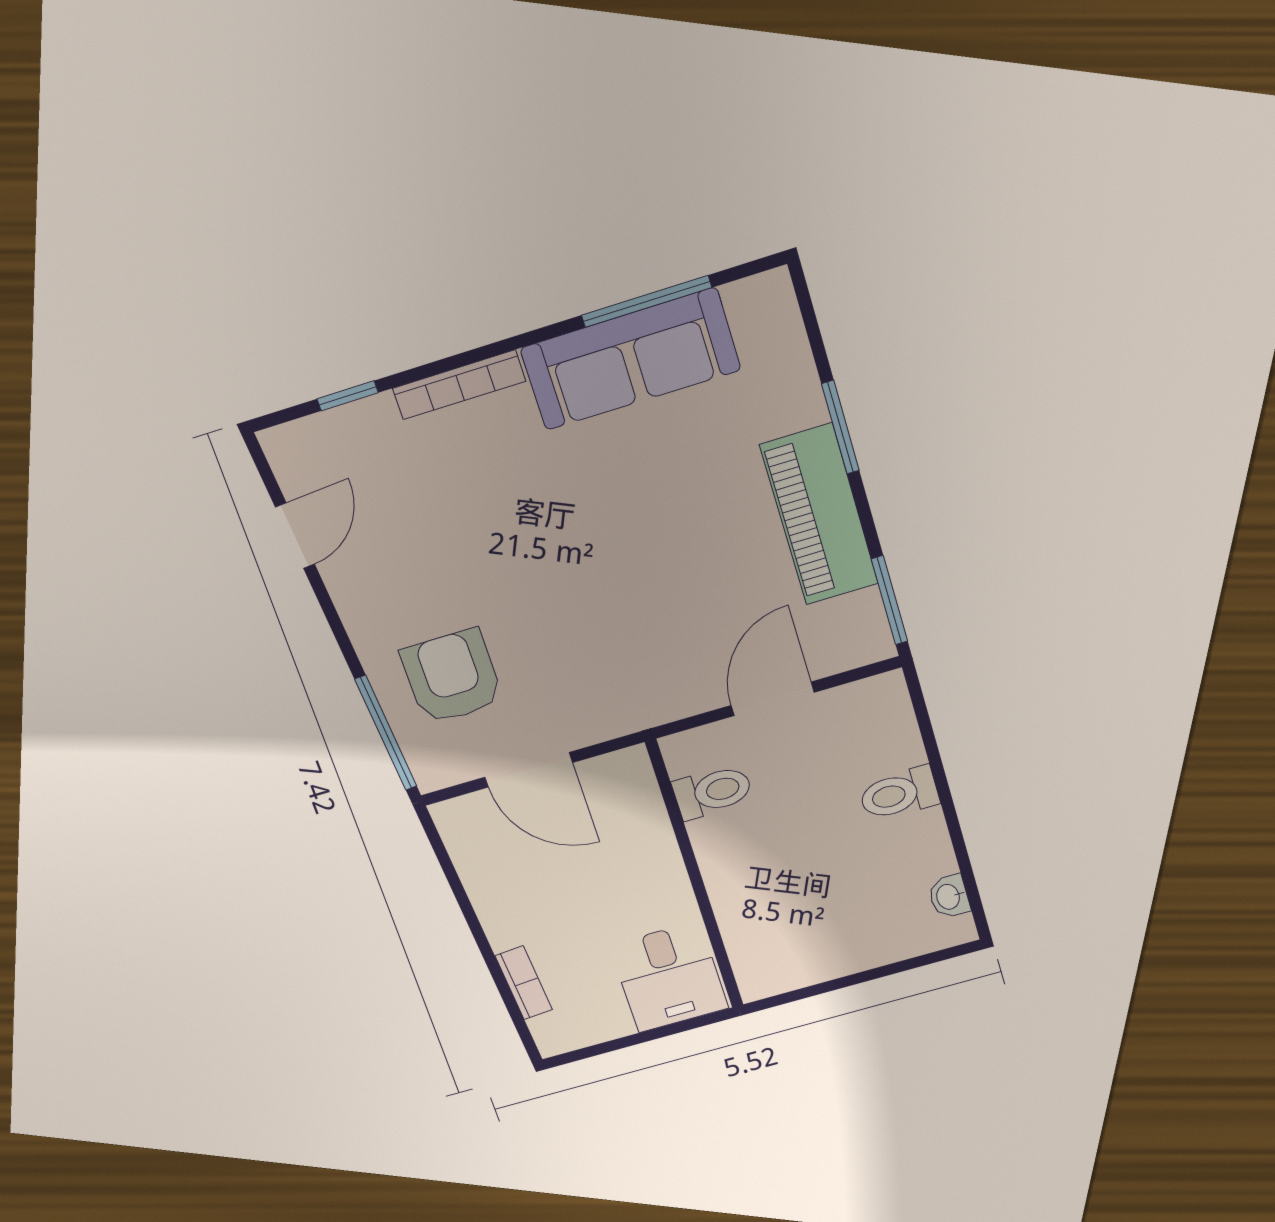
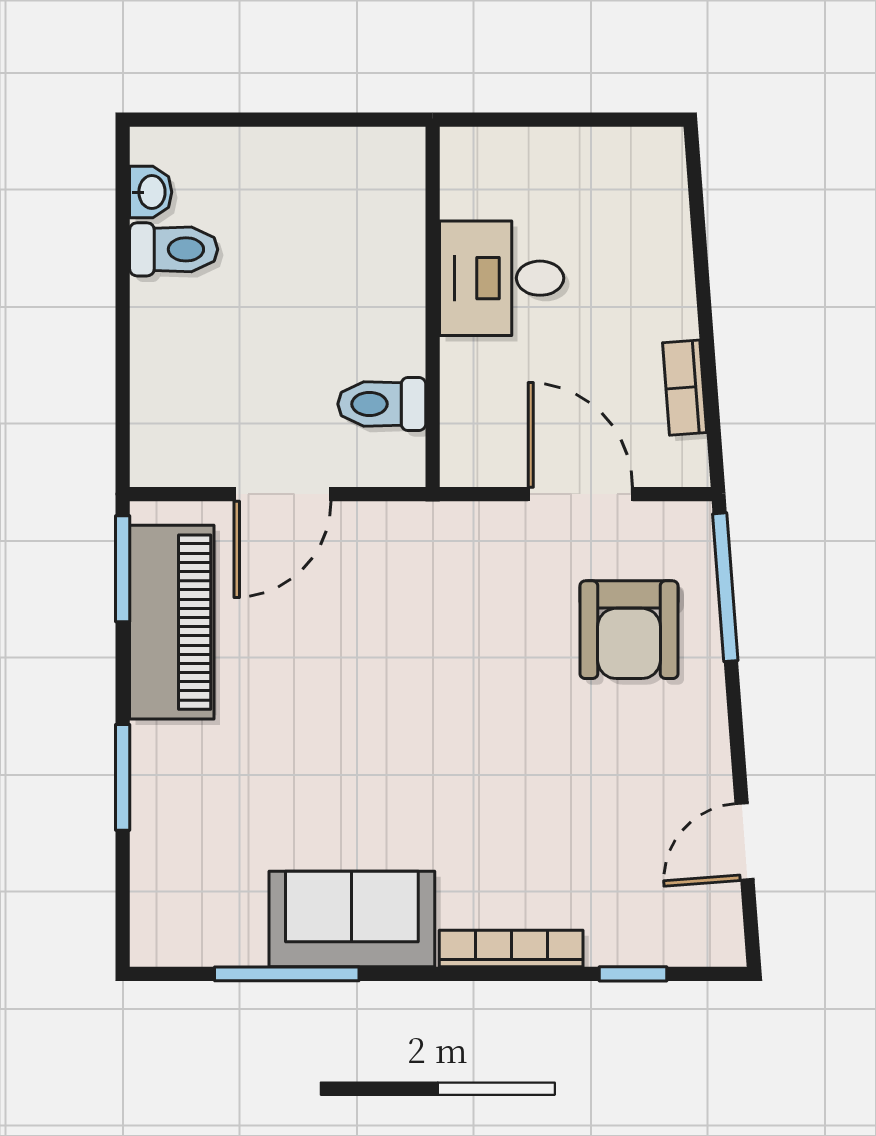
sofa: (631, 359) -> (352, 919), width x0.73
piano: (819, 515) -> (172, 622), moved
toilet: (899, 794) -> (174, 249), moved
desk: (669, 977) -> (502, 278), moved, turned -90
bookcase: (524, 983) -> (685, 388), moved

